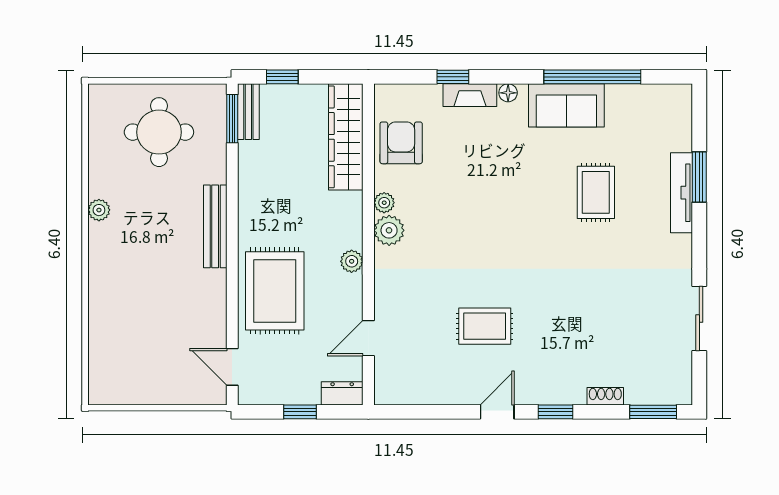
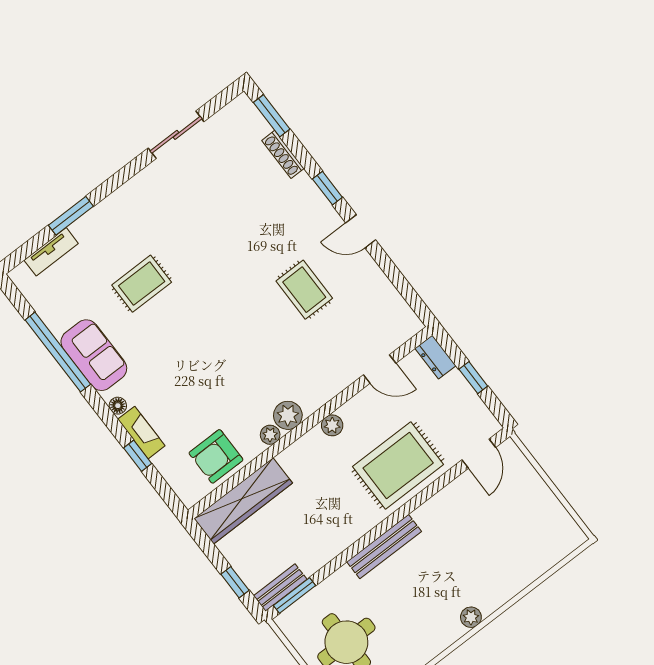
tv unit: (682, 193) -> (51, 252), moved, width x0.71
plant: (99, 210) -> (471, 617), moved
shoe rack: (605, 396) -> (283, 154), width x1.43

